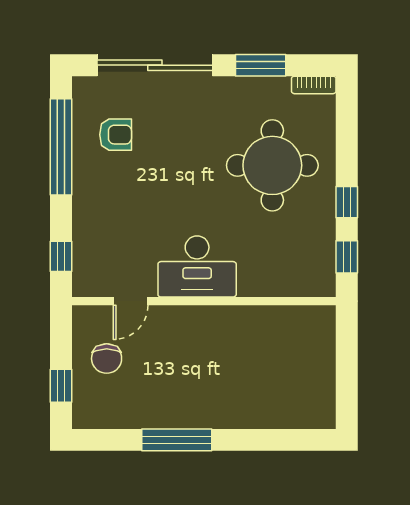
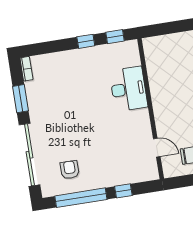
round table: (272, 165) -> (73, 84), removed
window: (61, 256) -> (123, 191), moved
desk: (197, 266) -> (129, 89), moved

